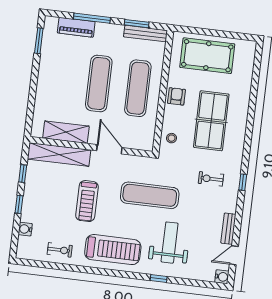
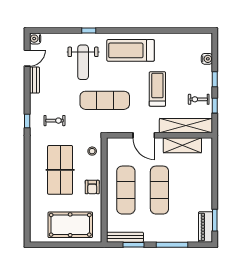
piano: (76, 27) -> (206, 227), moved, turned -90
exercise bike: (60, 250) -> (199, 99), moved

